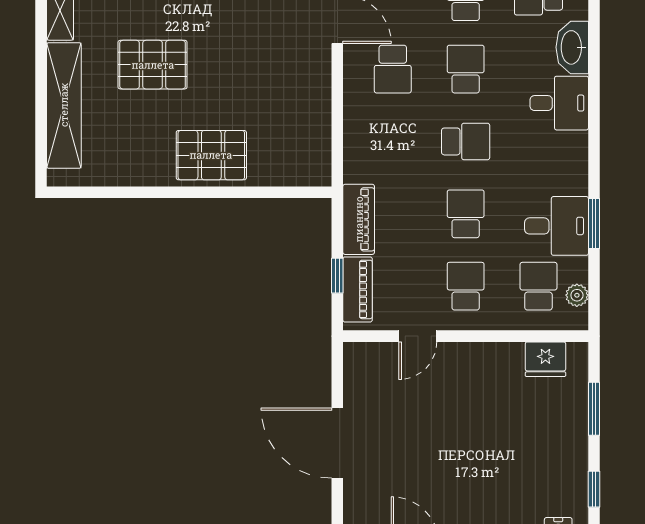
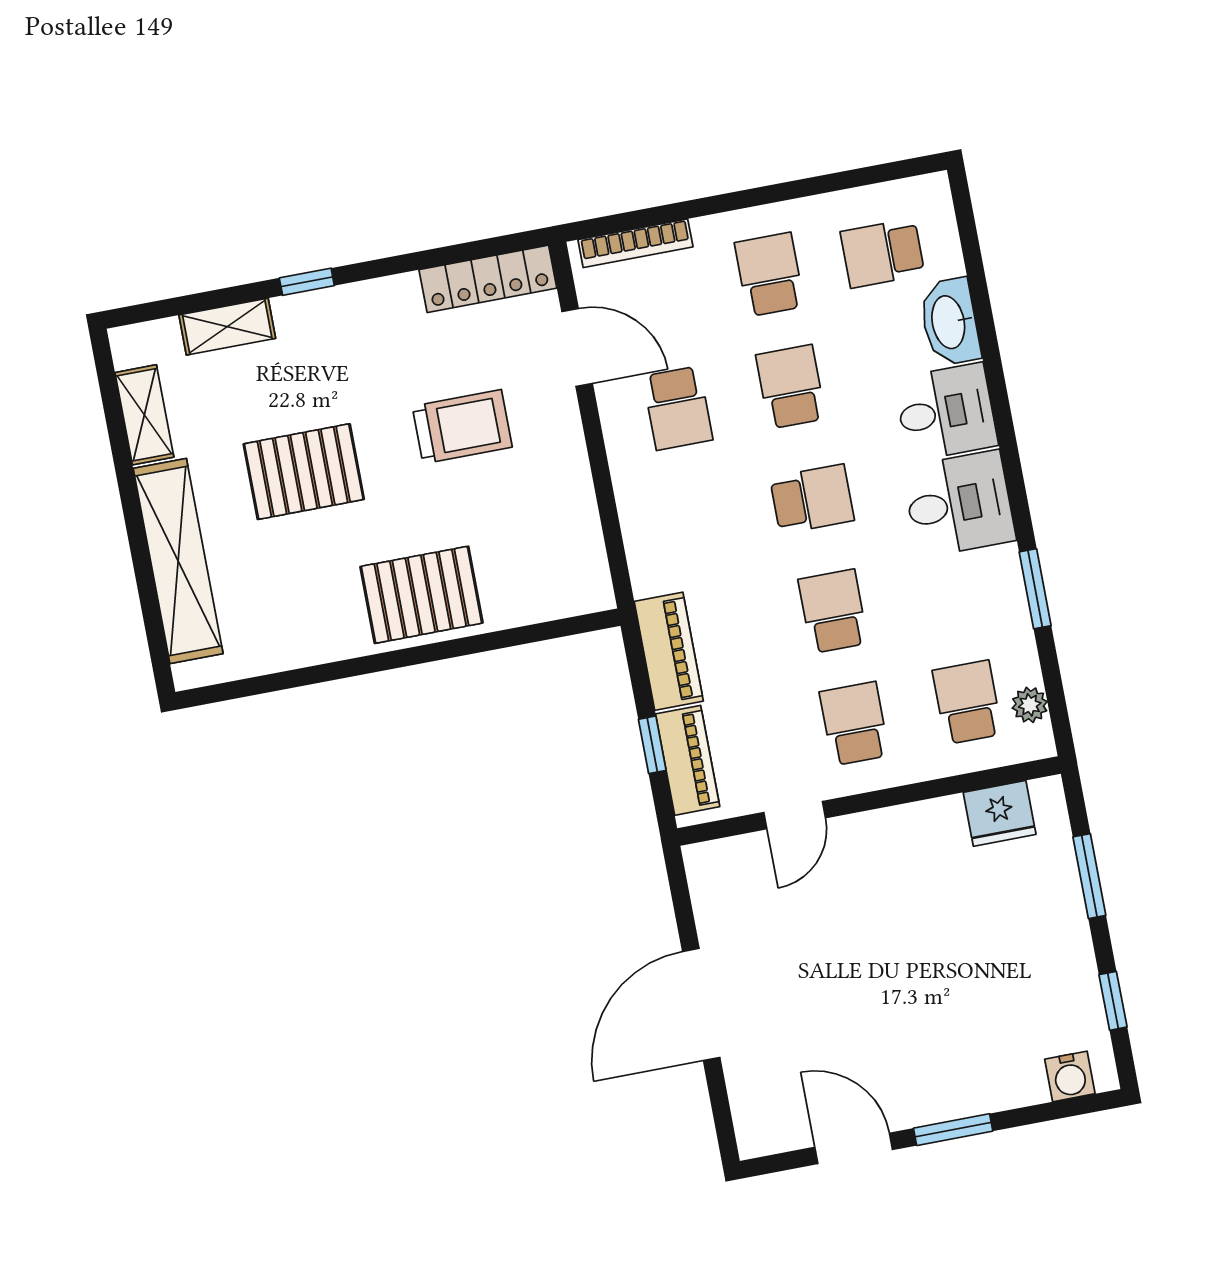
trolley: (256, 55) -> (462, 427), added
desk: (557, 226) -> (959, 504), moved
door: (337, 443) -> (701, 1004), hinge flipped

